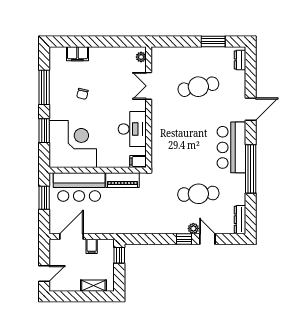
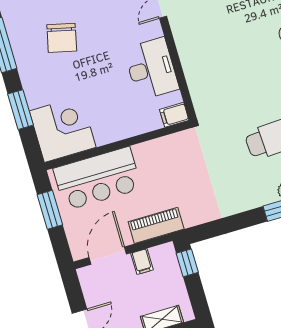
chair: (82, 94) -> (62, 38), width x1.87, depth x1.87
corner desk: (73, 144) -> (63, 129), width x0.74, depth x0.74
piano: (122, 180) -> (156, 225), moved, turned 180

